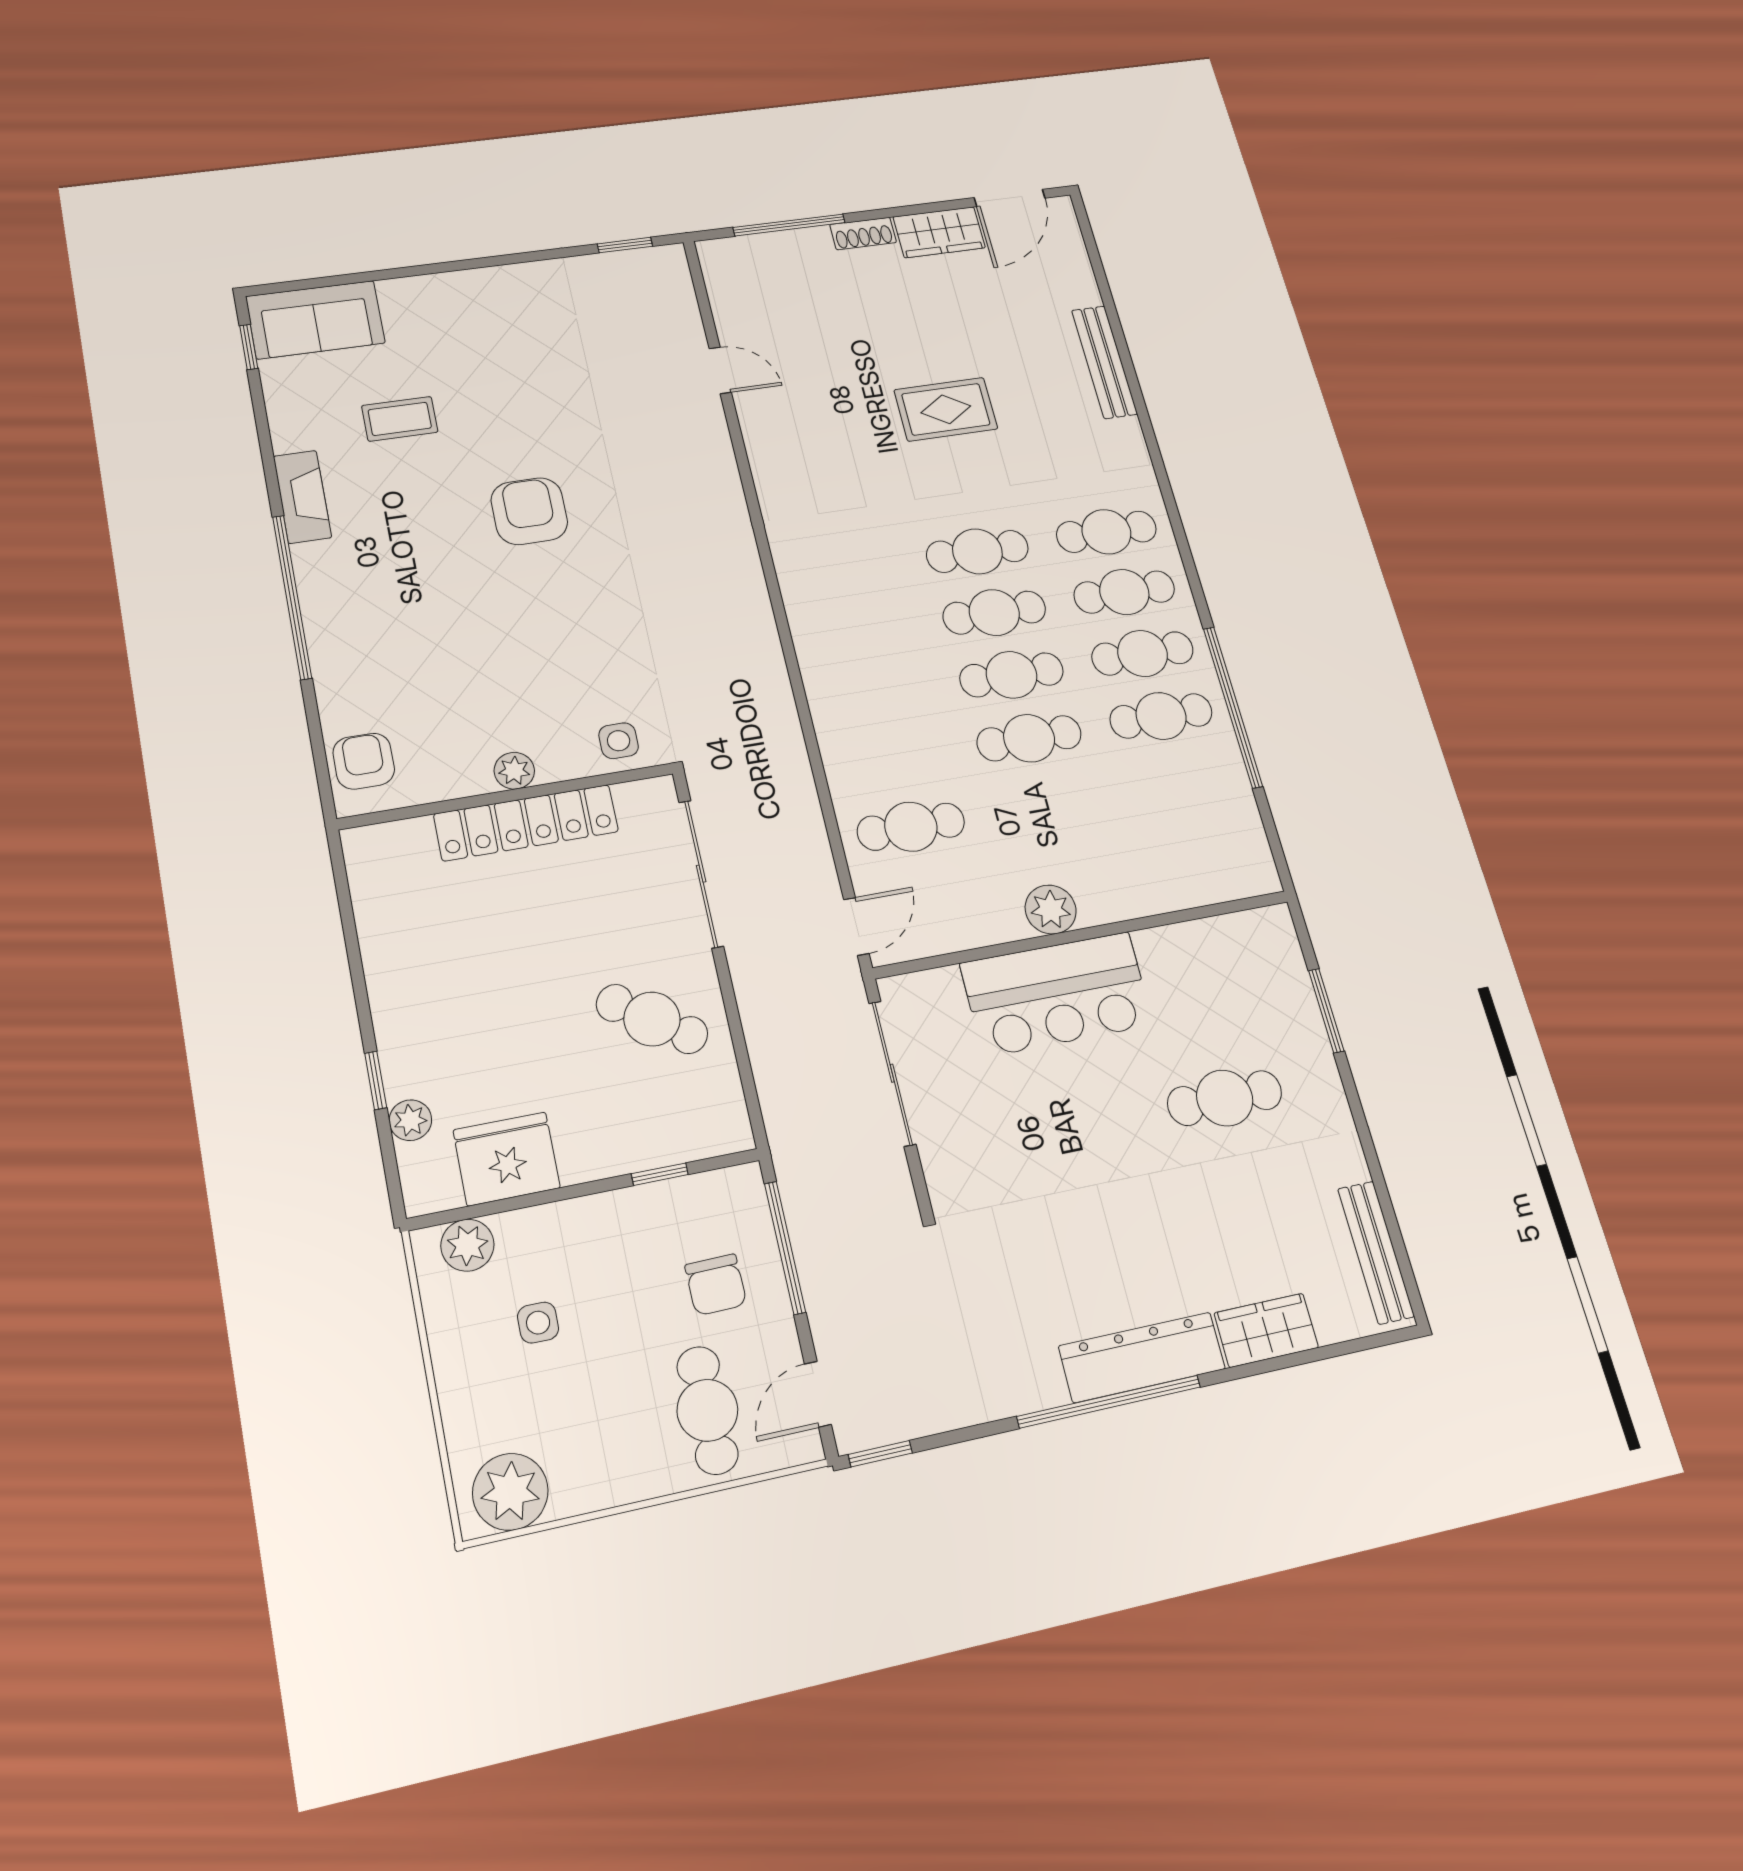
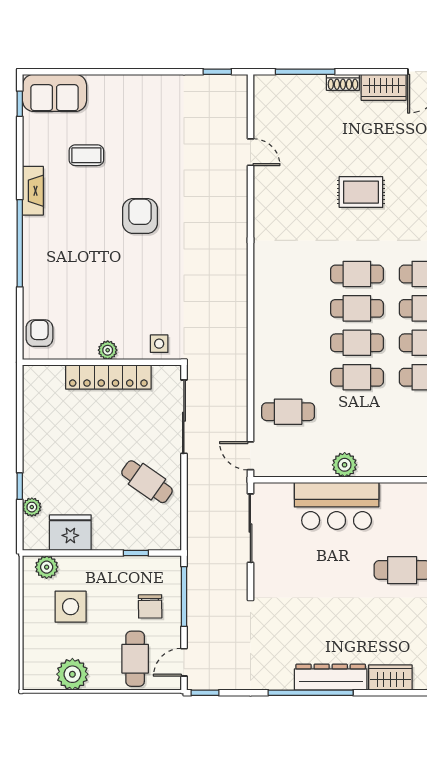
door: (856, 926) -> (250, 456), swing flipped
side table: (538, 1323) -> (71, 607), width x1.87, depth x1.87
plant: (510, 1492) -> (72, 674), moved

